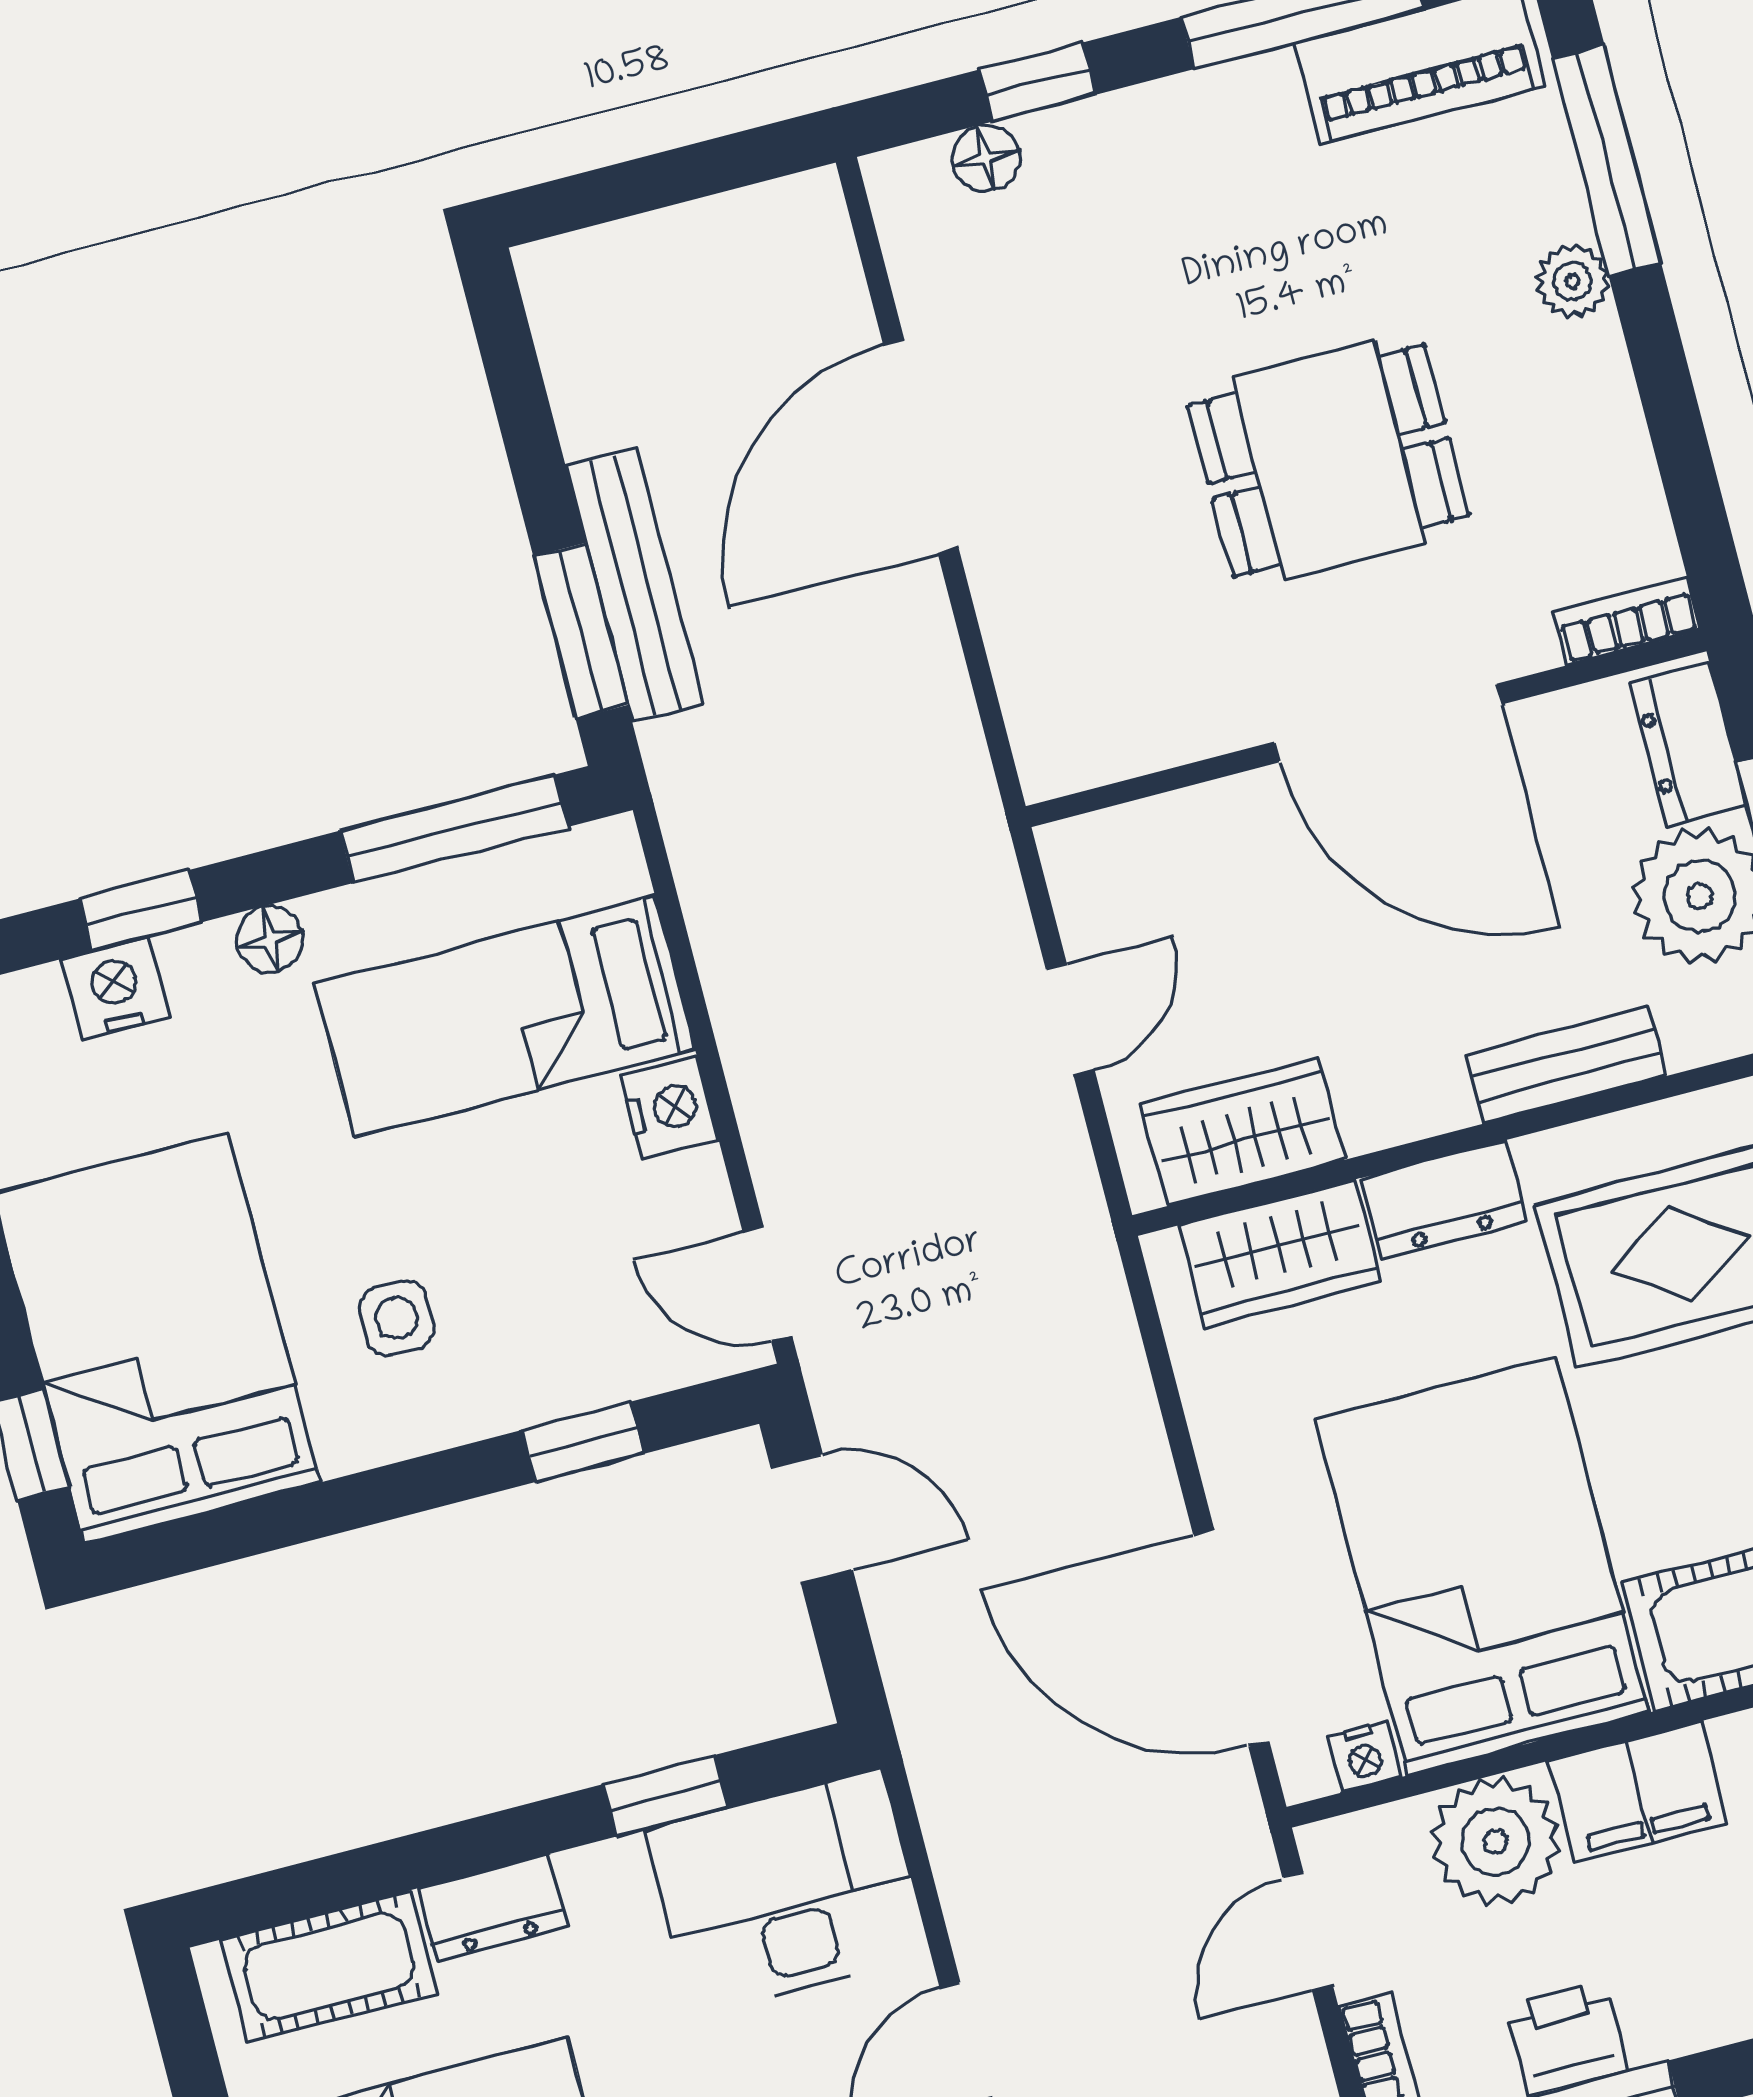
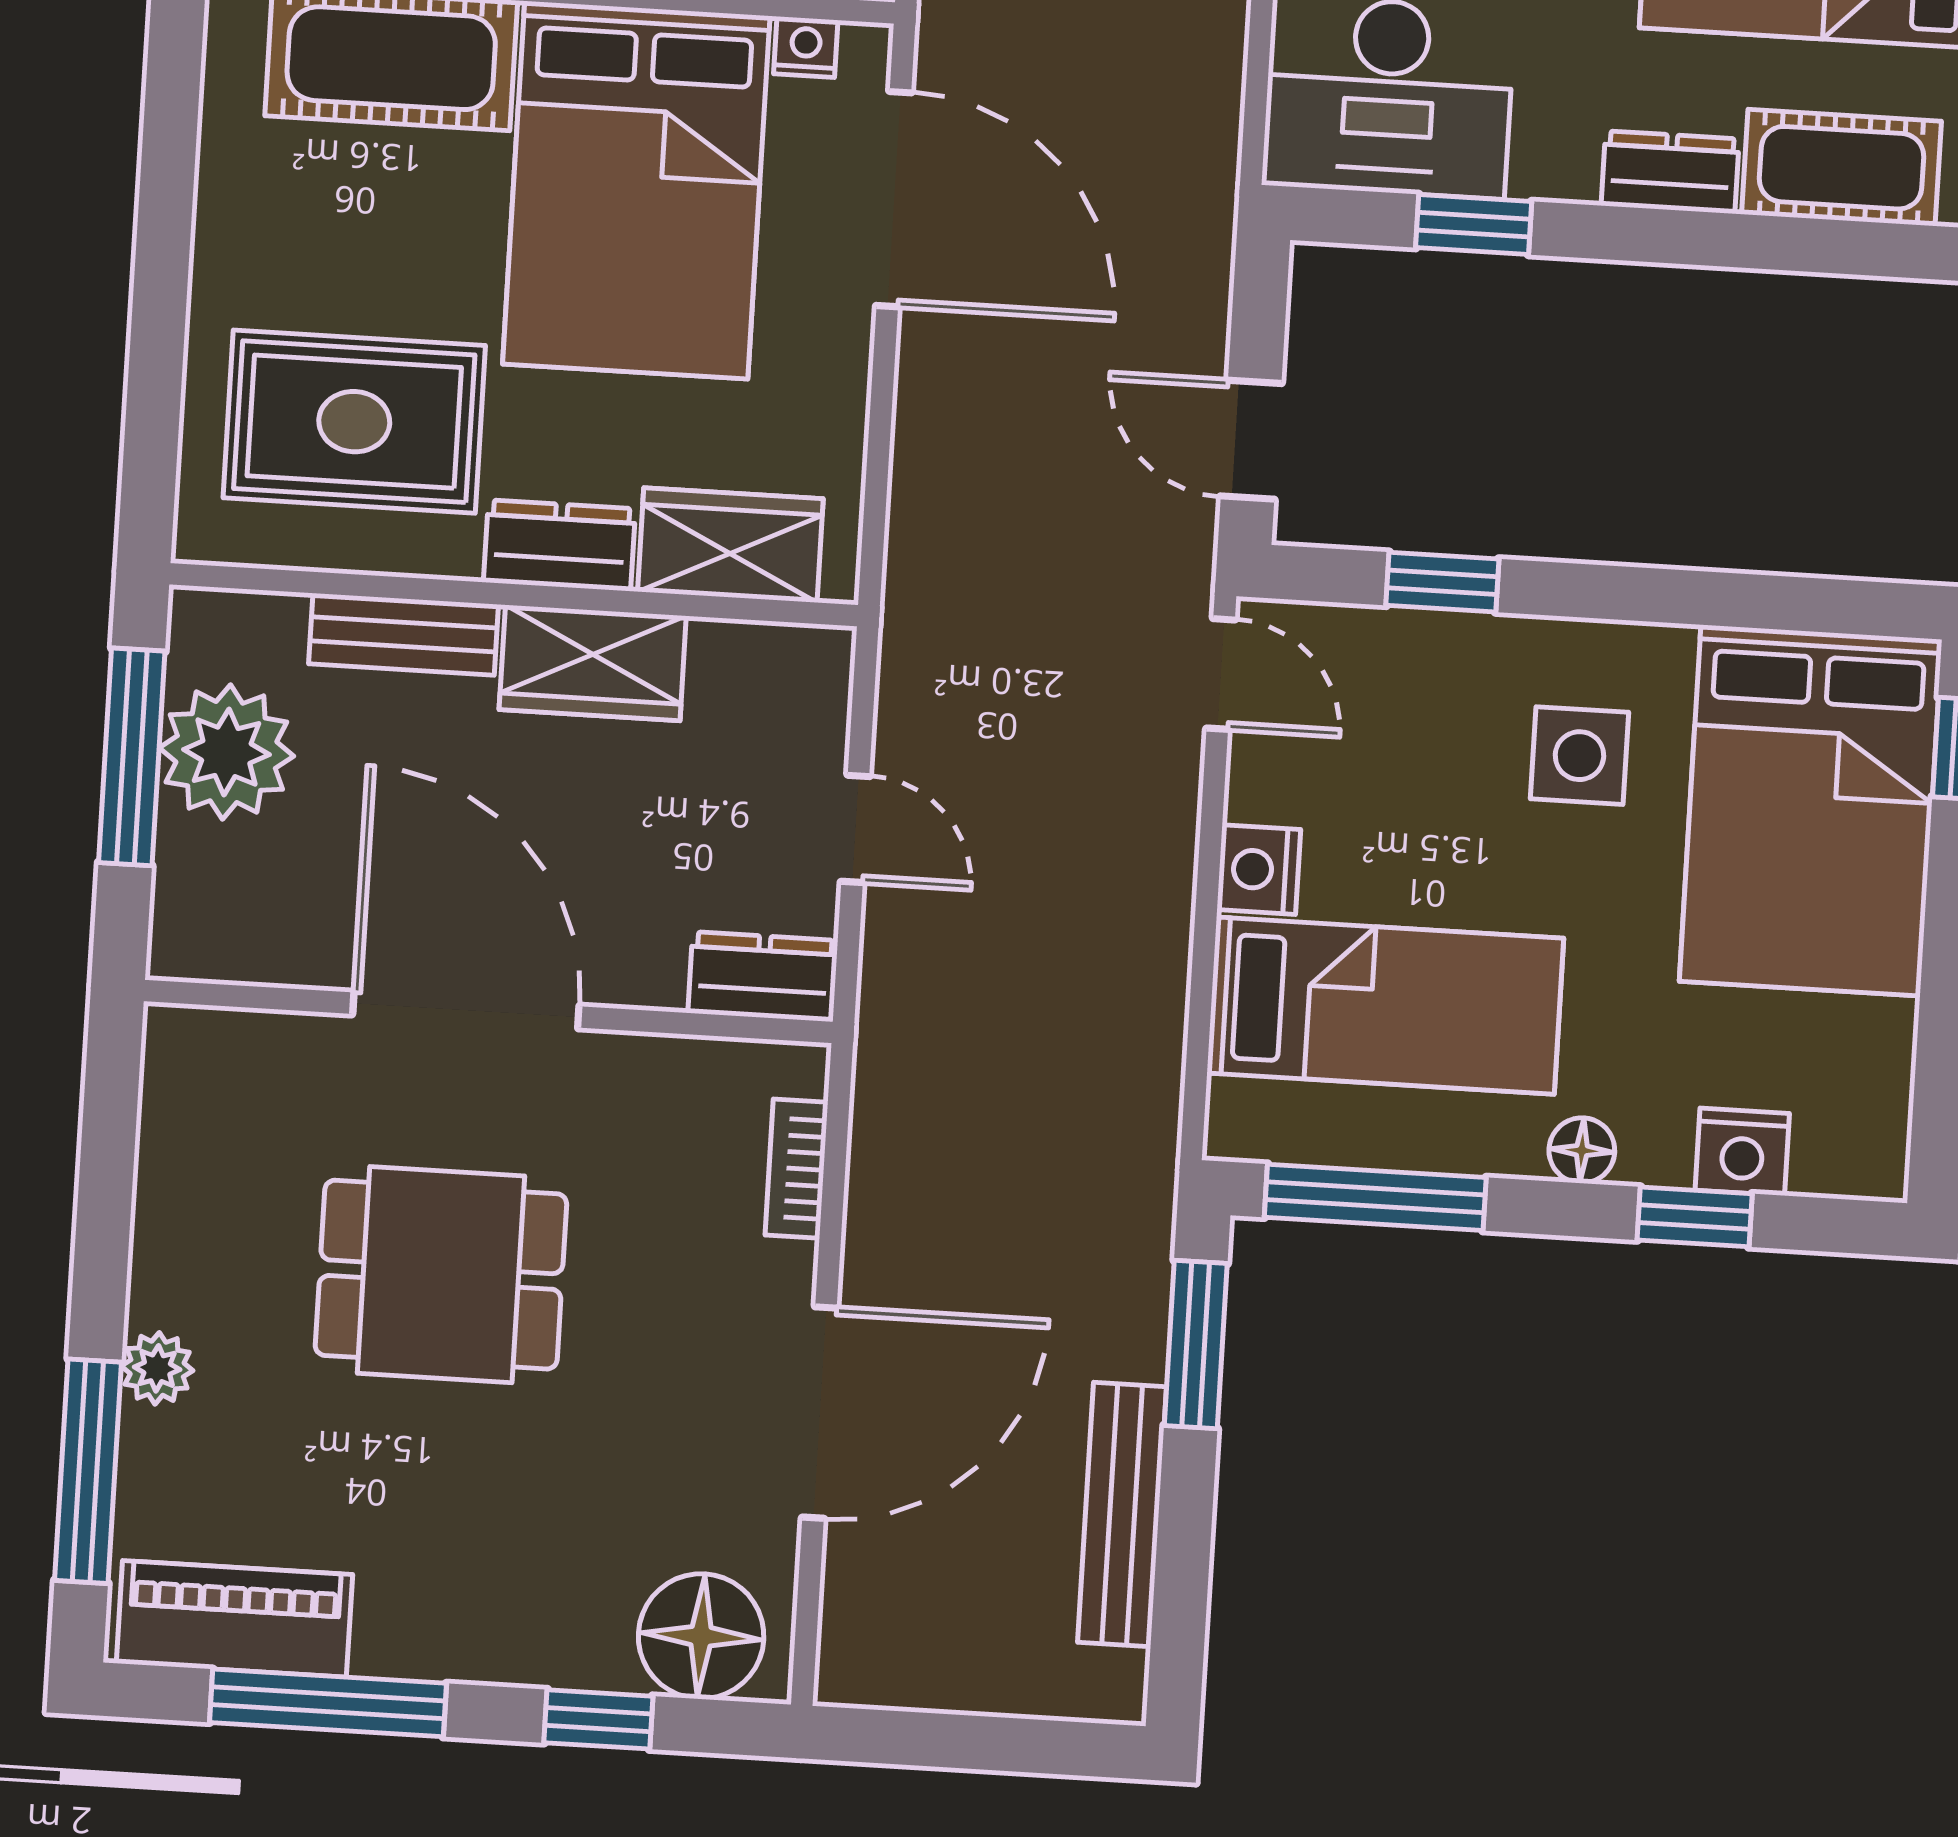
floor lamp: (986, 158) -> (701, 1636), width x1.89, depth x1.89
bench: (635, 585) -> (1122, 1515), moved
bookcase: (1627, 621) -> (796, 1169), moved, turned 90
dresser: (1688, 745) -> (763, 977), moved, turned -90
door: (1070, 1020) -> (855, 829), swing flipped
wardrobe: (1243, 1131) -> (593, 663), moved
side table: (396, 1318) -> (1579, 756), width x1.37, depth x1.37

